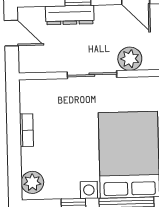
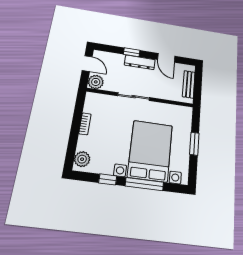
dresser: (70, 15) -> (140, 62), moved
plant: (130, 59) -> (96, 82), moved

